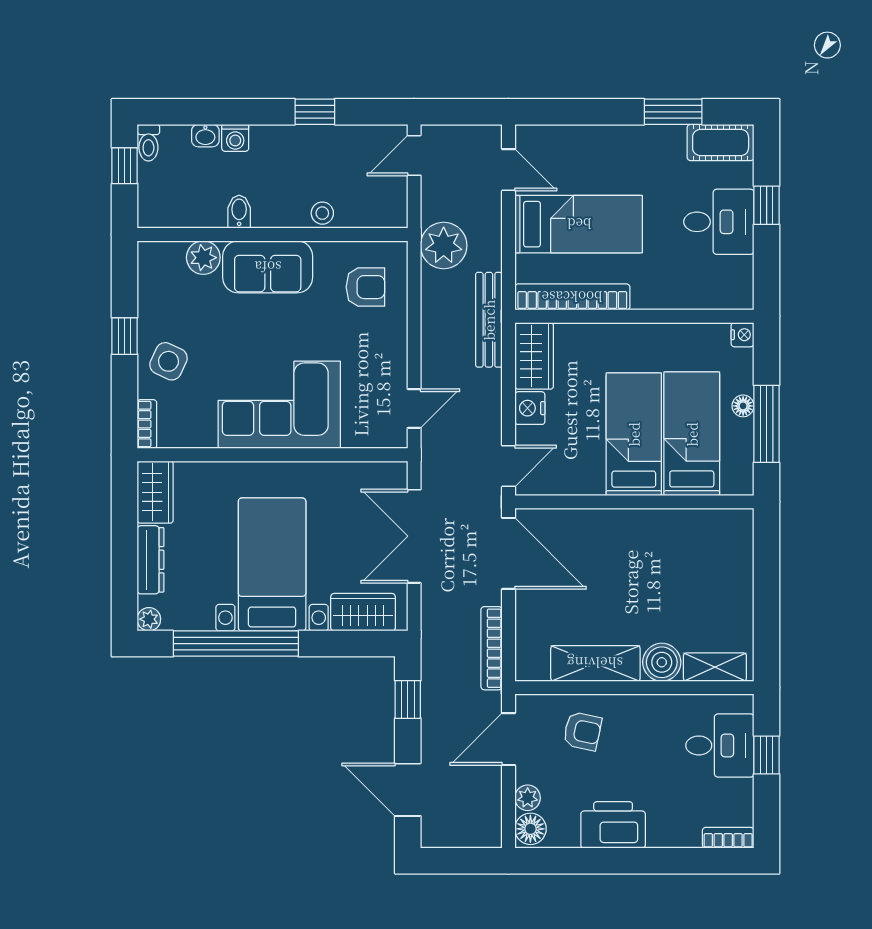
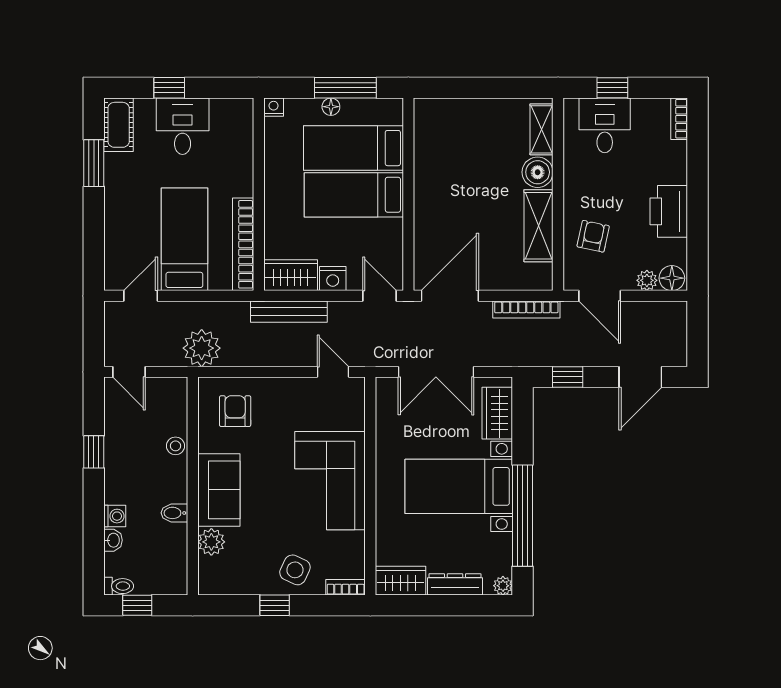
bench: (489, 320) -> (289, 312), moved

